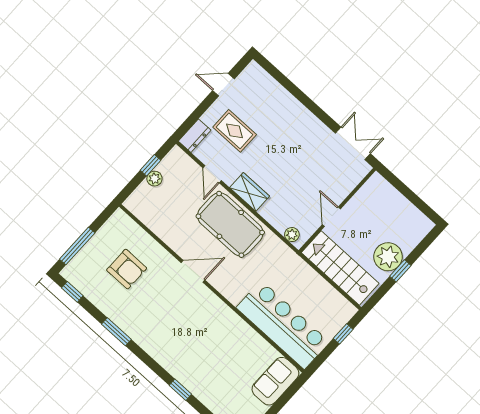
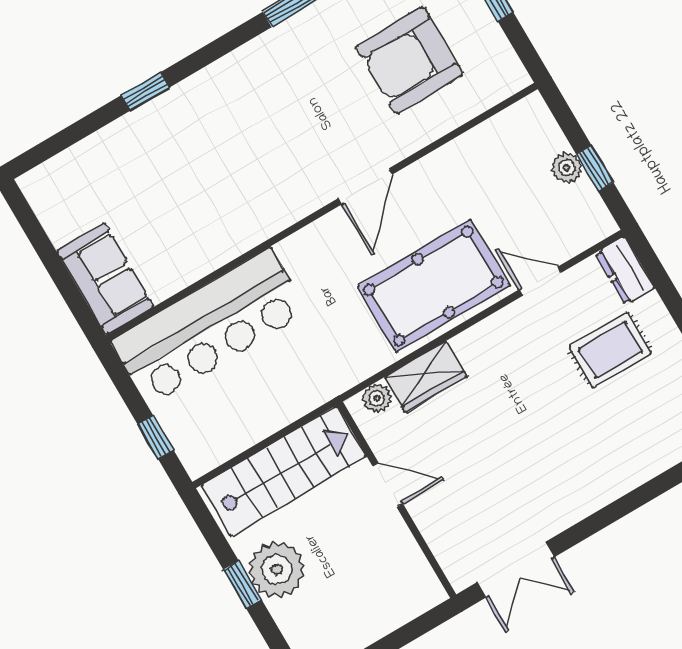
wardrobe: (250, 192) -> (426, 377), moved
armchair: (127, 269) -> (409, 60), width x1.36, depth x1.36

